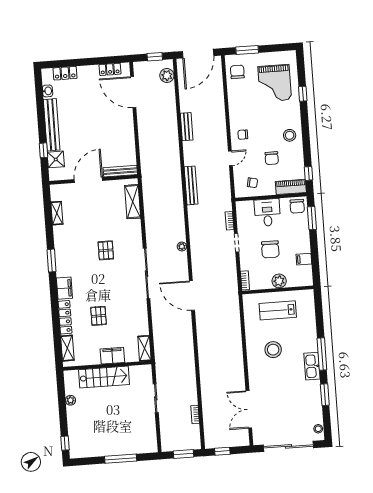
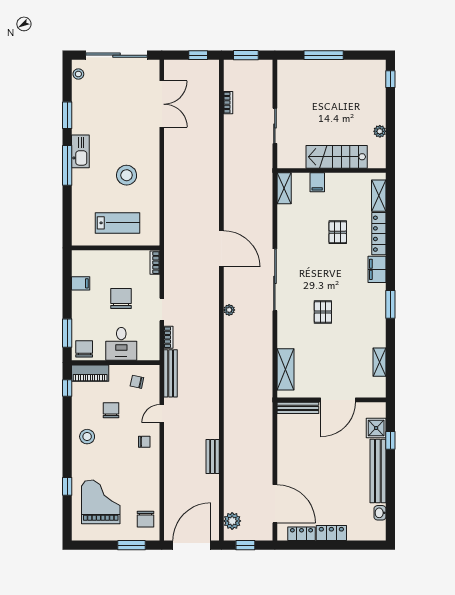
locker: (65, 73) -> (331, 533), moved
bench: (191, 185) -> (171, 373), moved
plant: (279, 281) -> (113, 259), removed
filing cabinet: (112, 356) -> (317, 182), width x0.50

